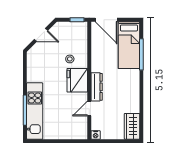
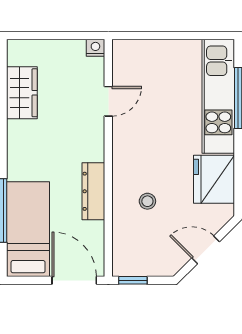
fridge: (77, 80) -> (214, 179), moved, turned 180
dresser: (97, 87) -> (93, 191), moved
wardrobe: (132, 126) -> (22, 93), moved

